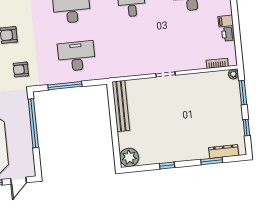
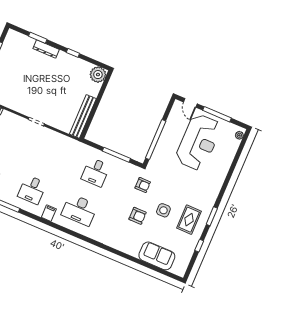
desk: (76, 56) -> (96, 172), width x0.73
dresser: (224, 151) -> (46, 49), moved
door: (18, 181) -> (190, 103), swing flipped

